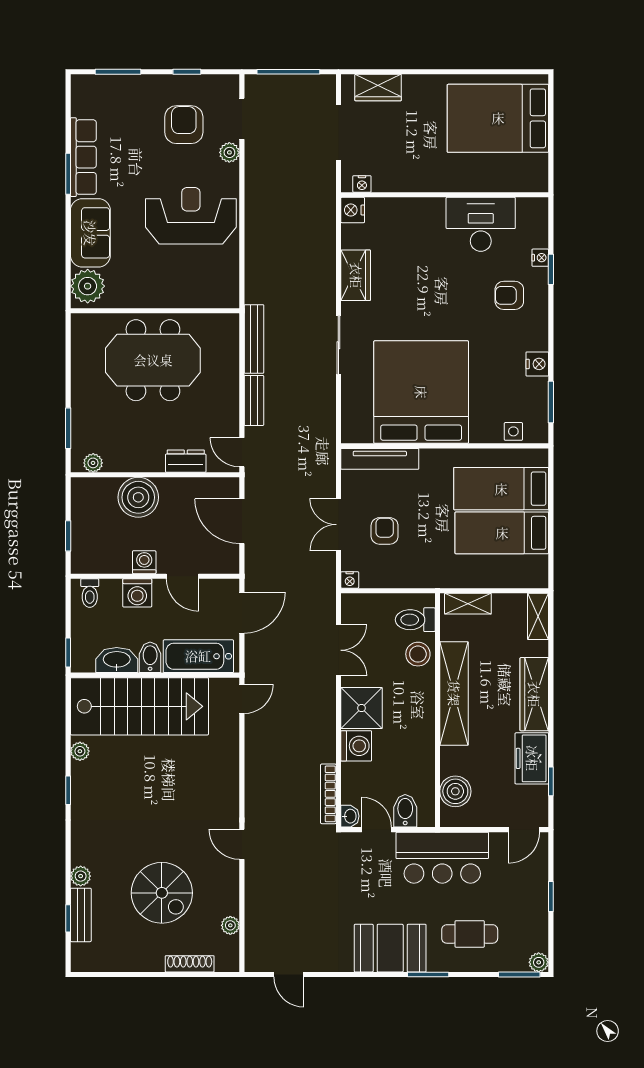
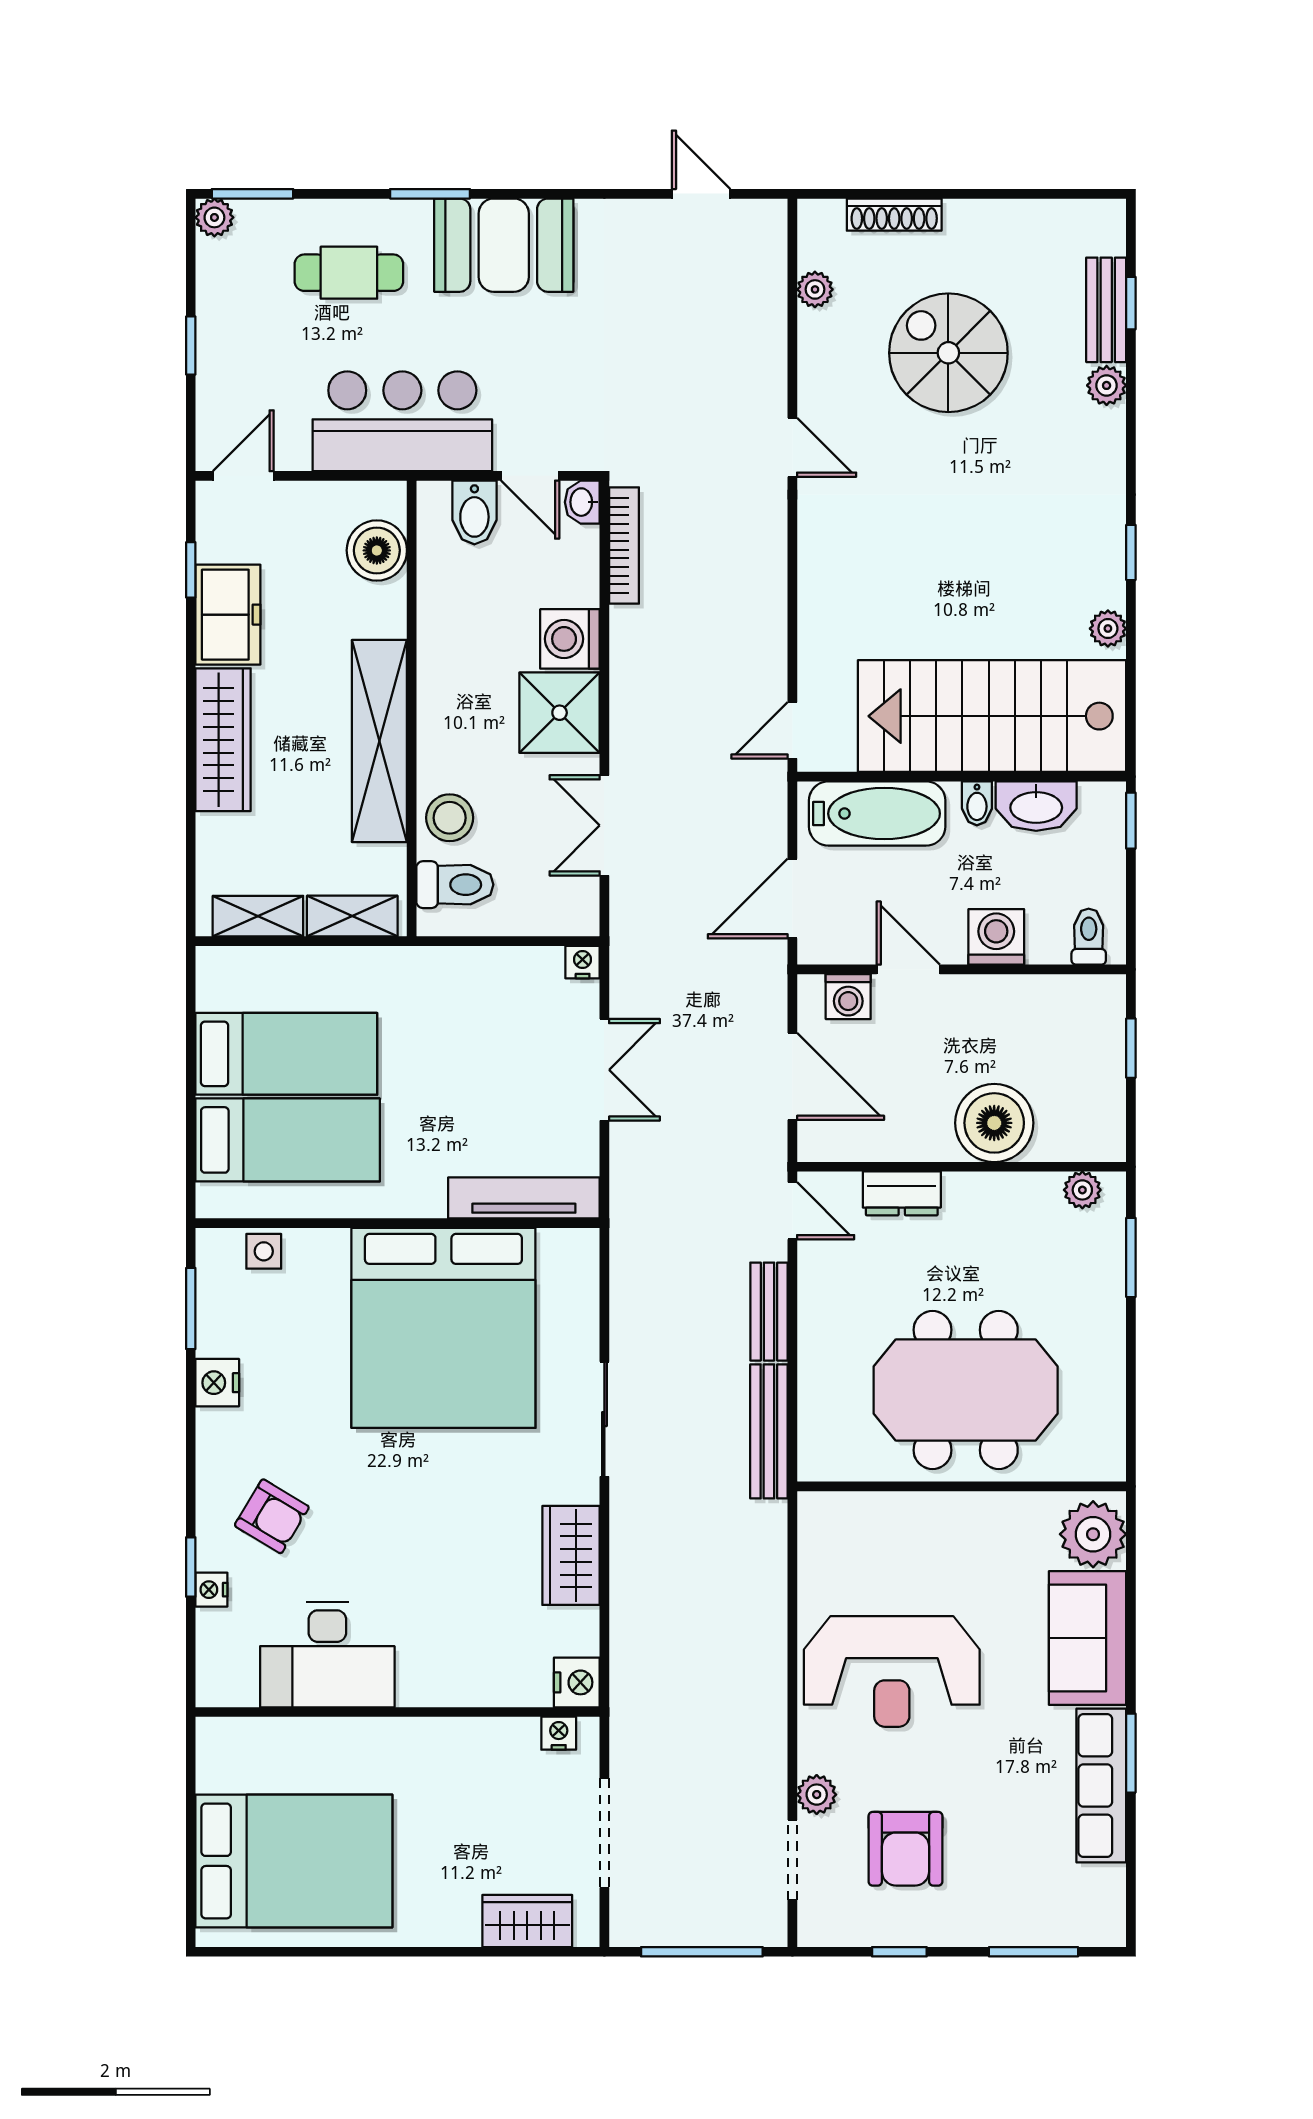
armchair: (509, 295) -> (272, 1516), turned 31
armchair: (385, 531) -> (515, 1057), removed
washing machine: (144, 562) -> (848, 997), moved
shelving: (538, 616) -> (258, 916), moved, turned 90
bidet: (150, 657) -> (977, 803), width x0.72, depth x0.74

